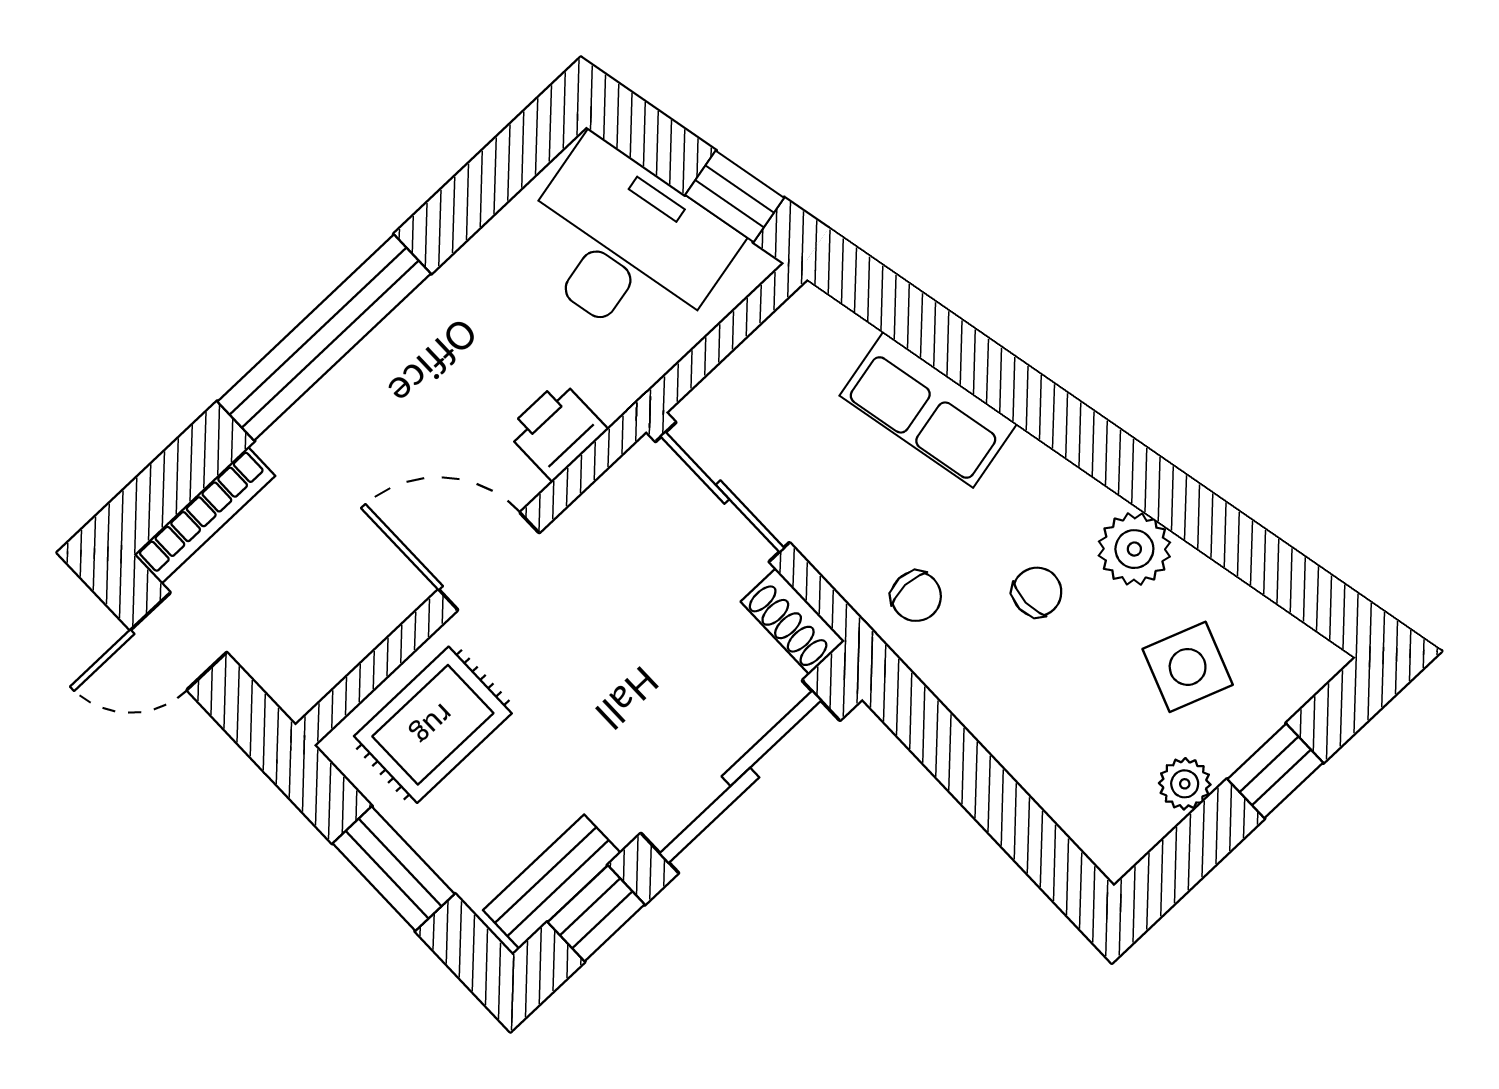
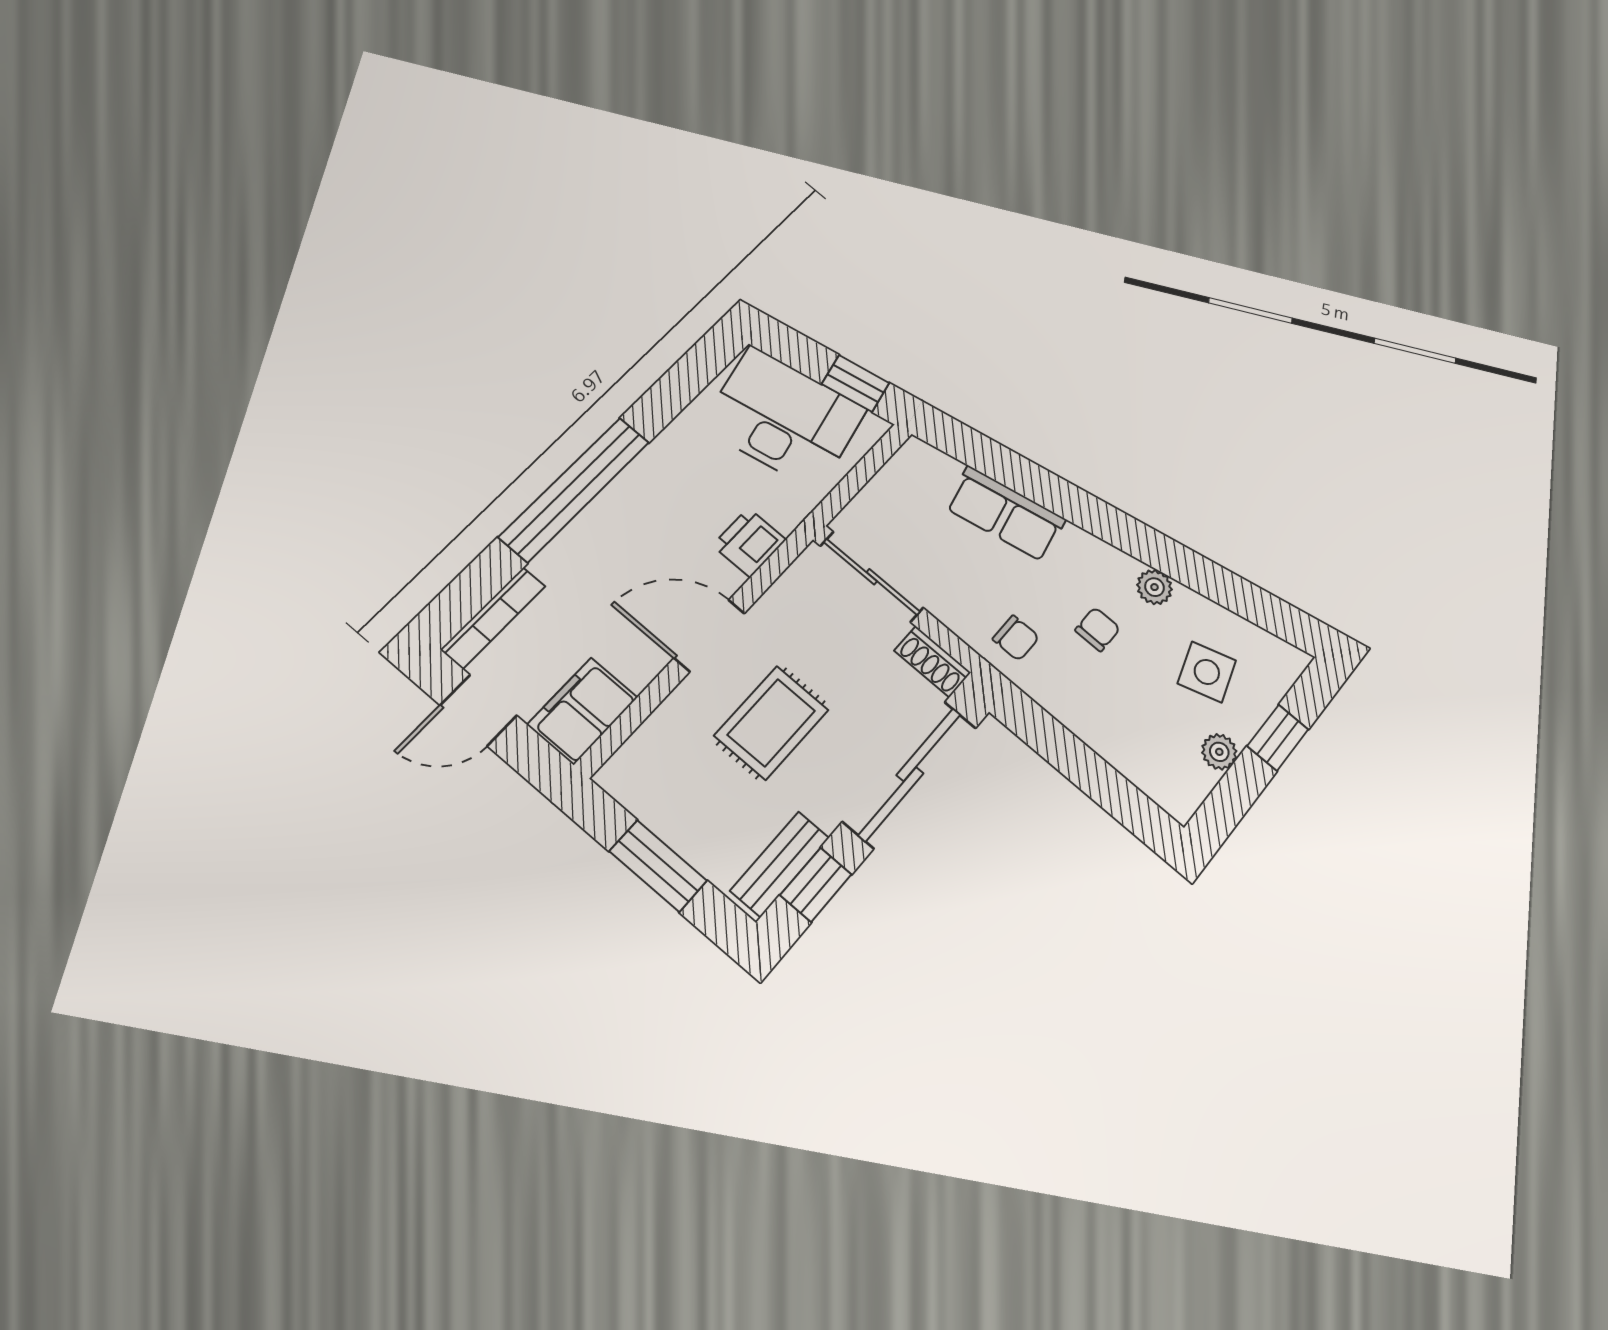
plant: (1134, 549) -> (1155, 587), width x0.73, depth x0.73
filing cabinet: (312, 653) -> (583, 711), added
side table: (1188, 667) -> (1207, 672), turned -38
rug: (433, 725) -> (771, 723), moved

